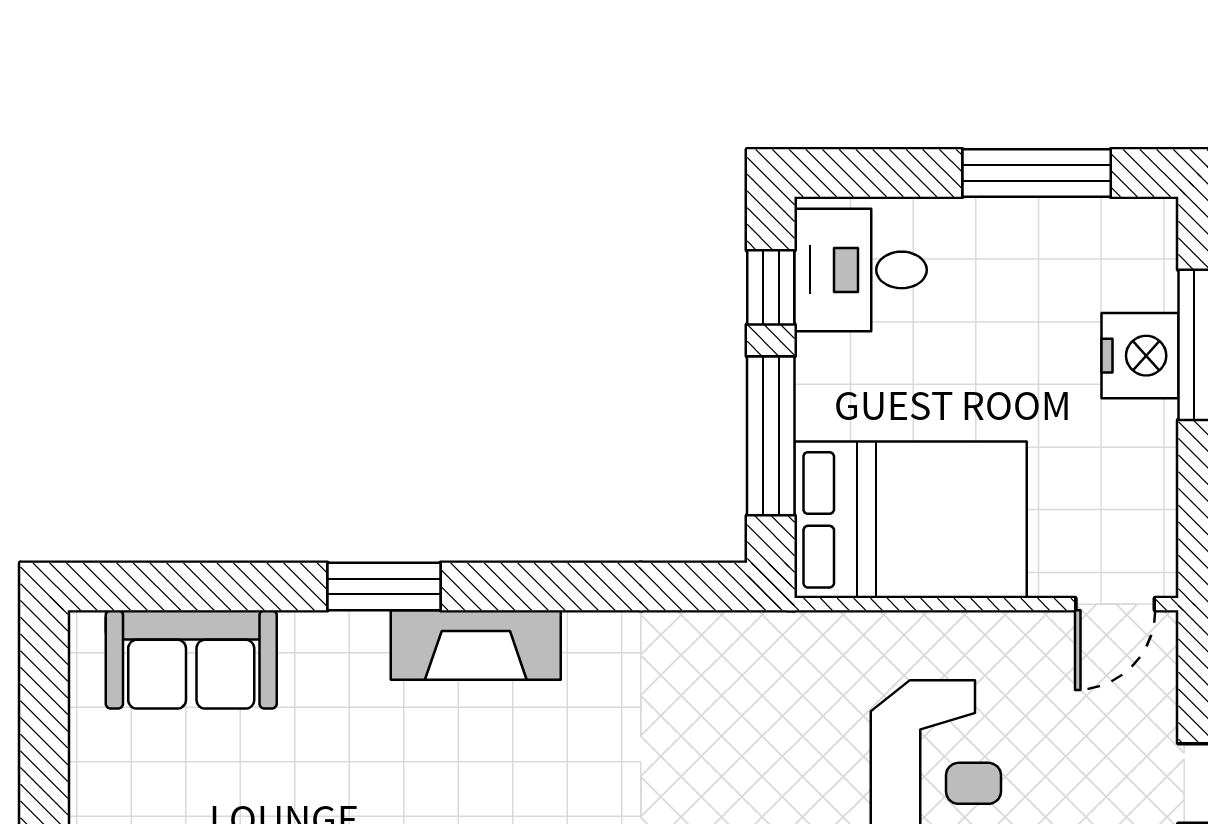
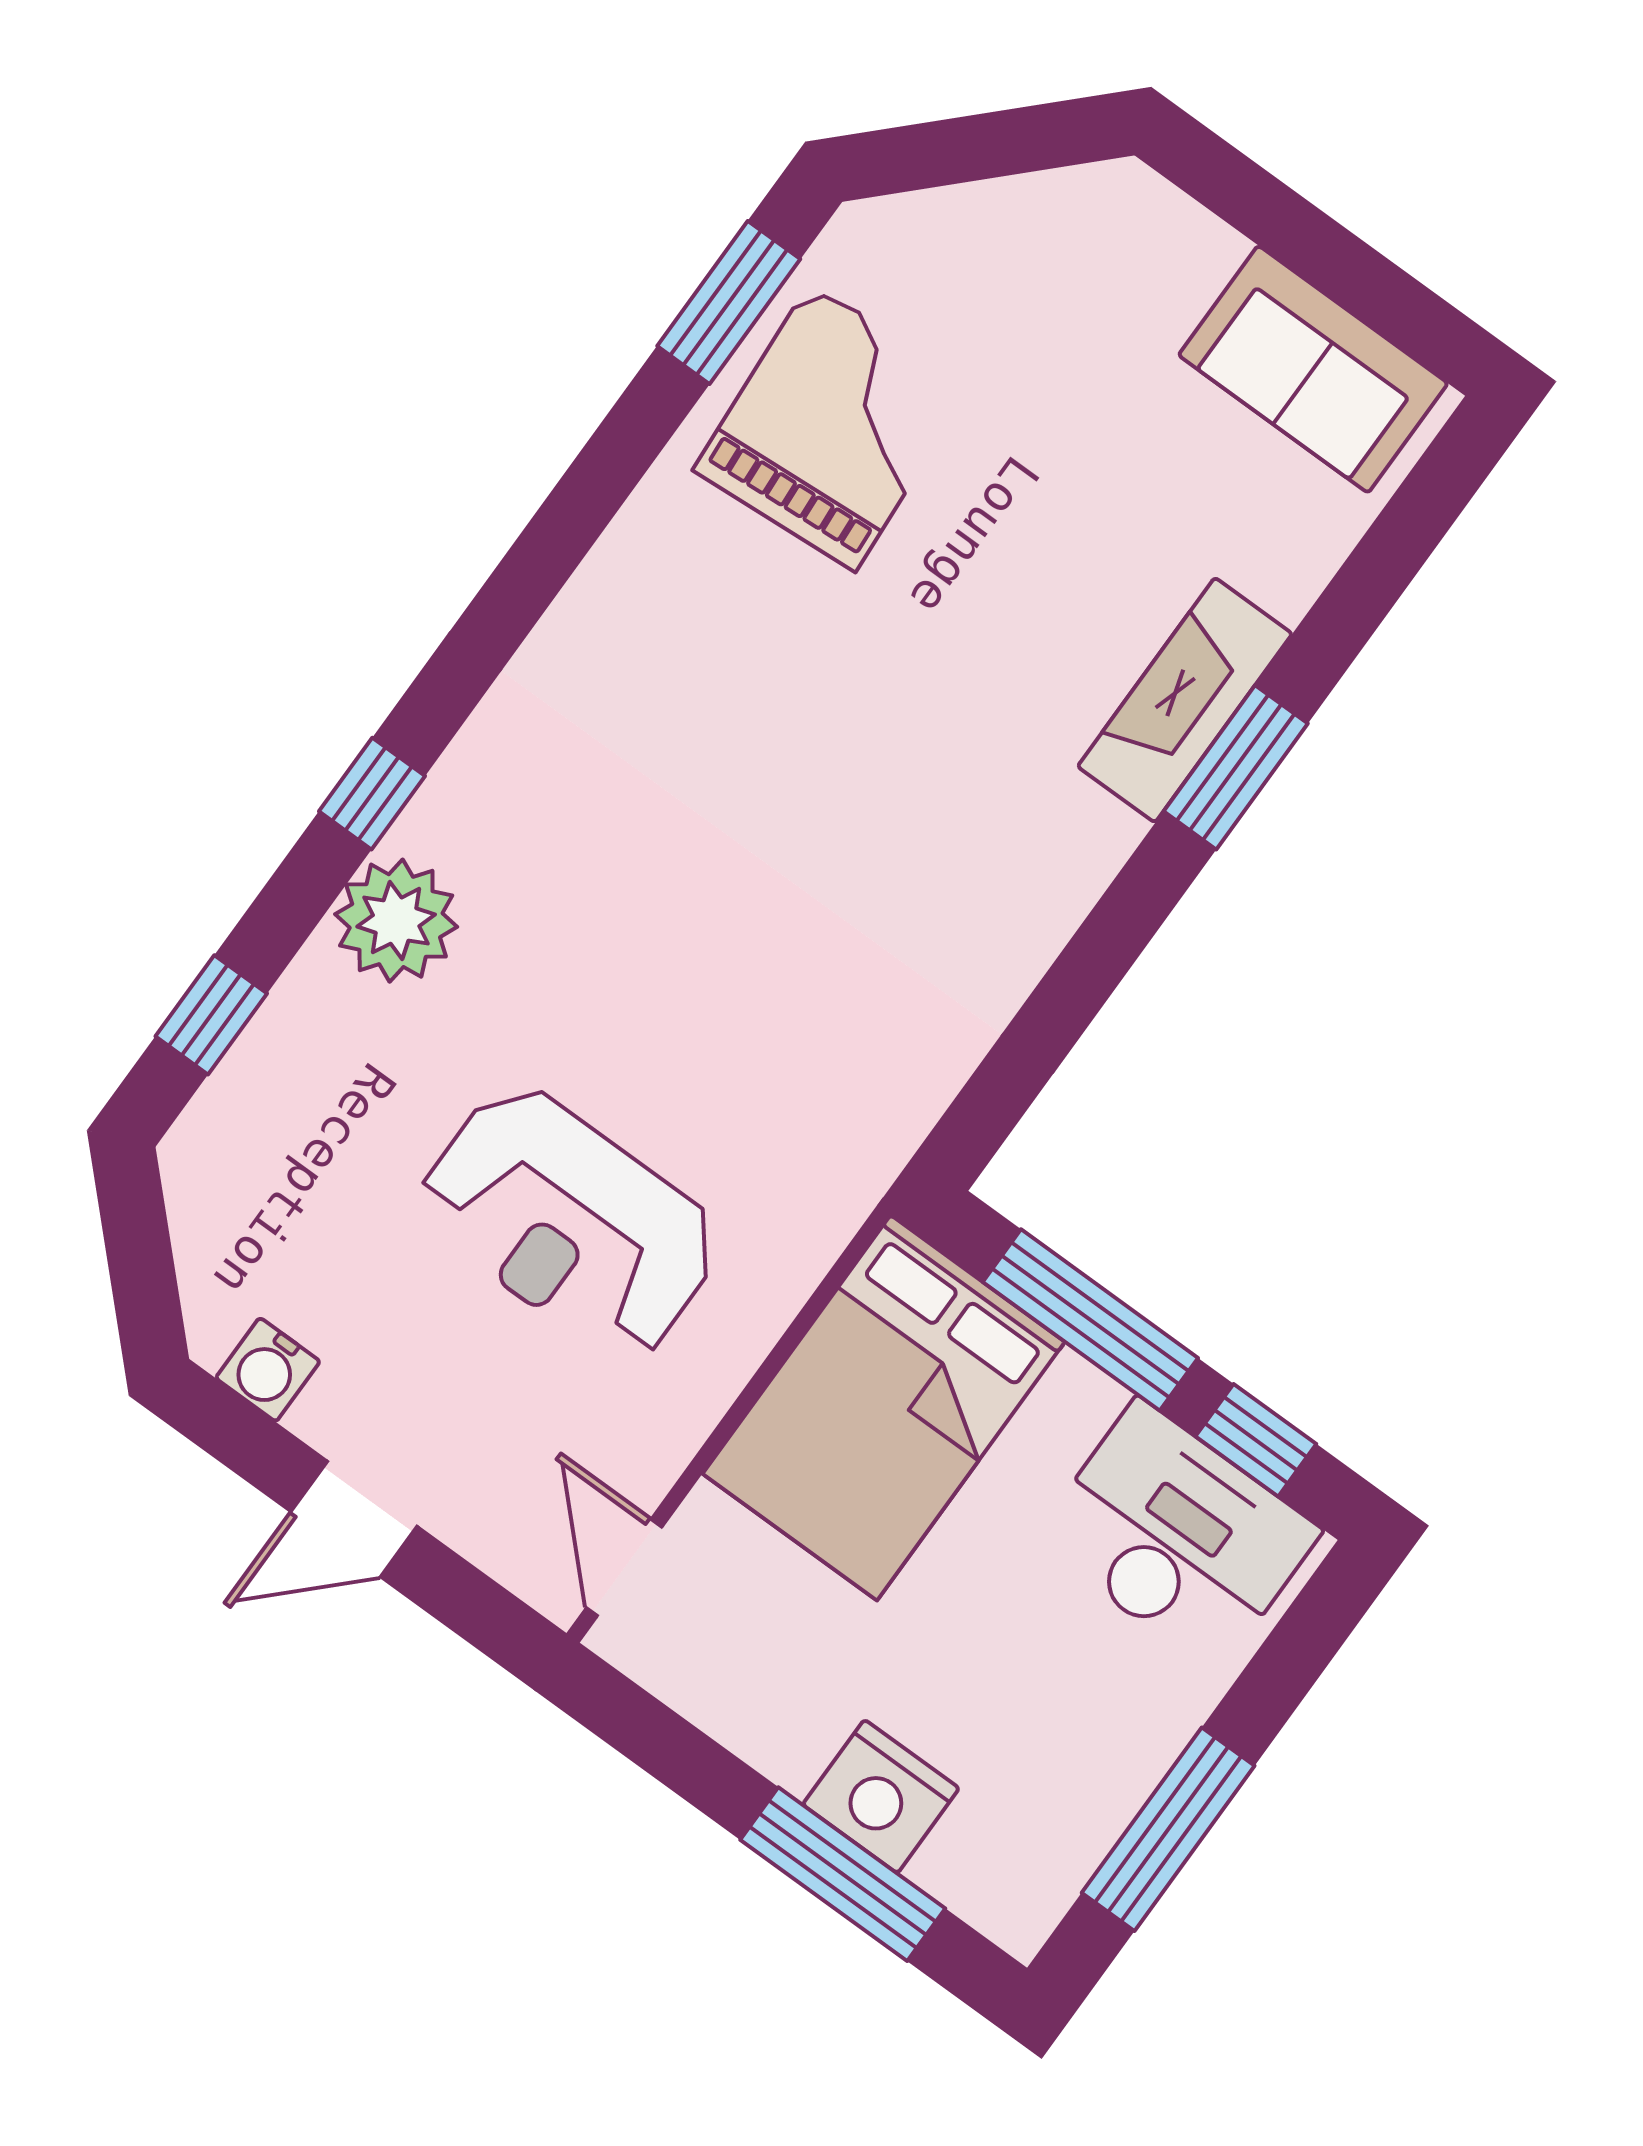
desk: (861, 270) -> (1177, 1536), width x1.37
fireplace: (476, 645) -> (1185, 700), moved
sofa: (191, 659) -> (1313, 369), moved, turned -90

